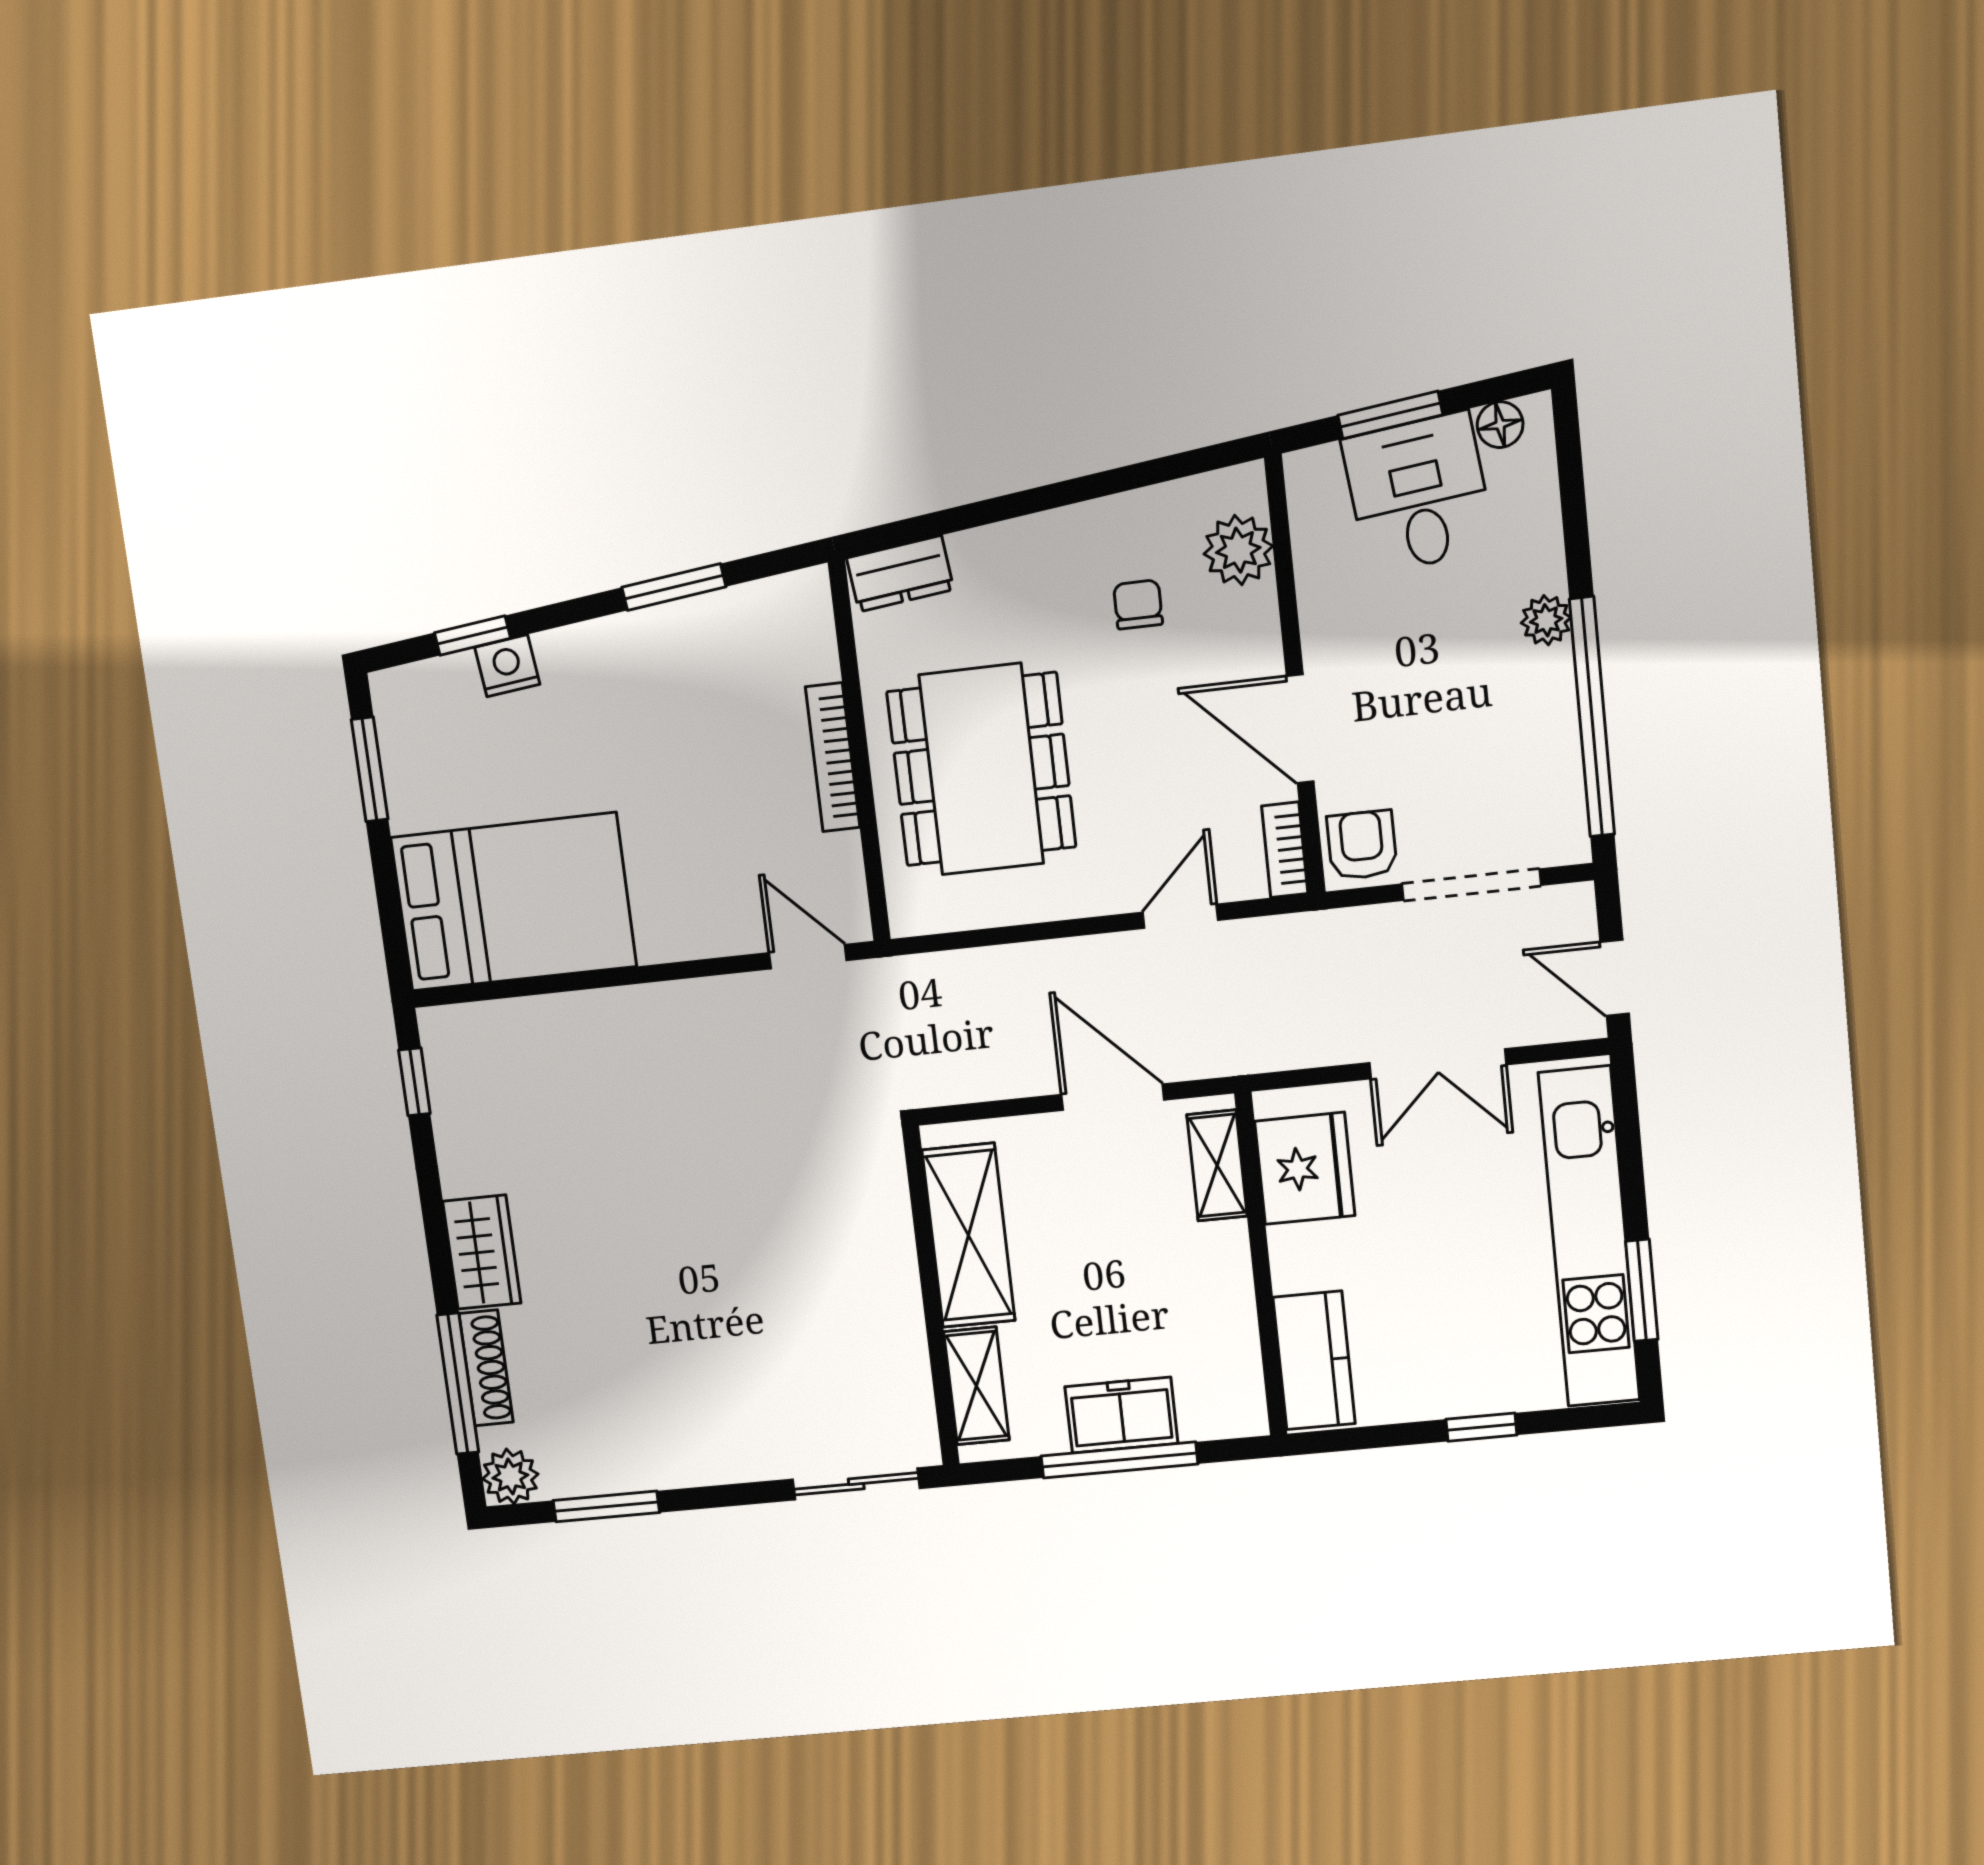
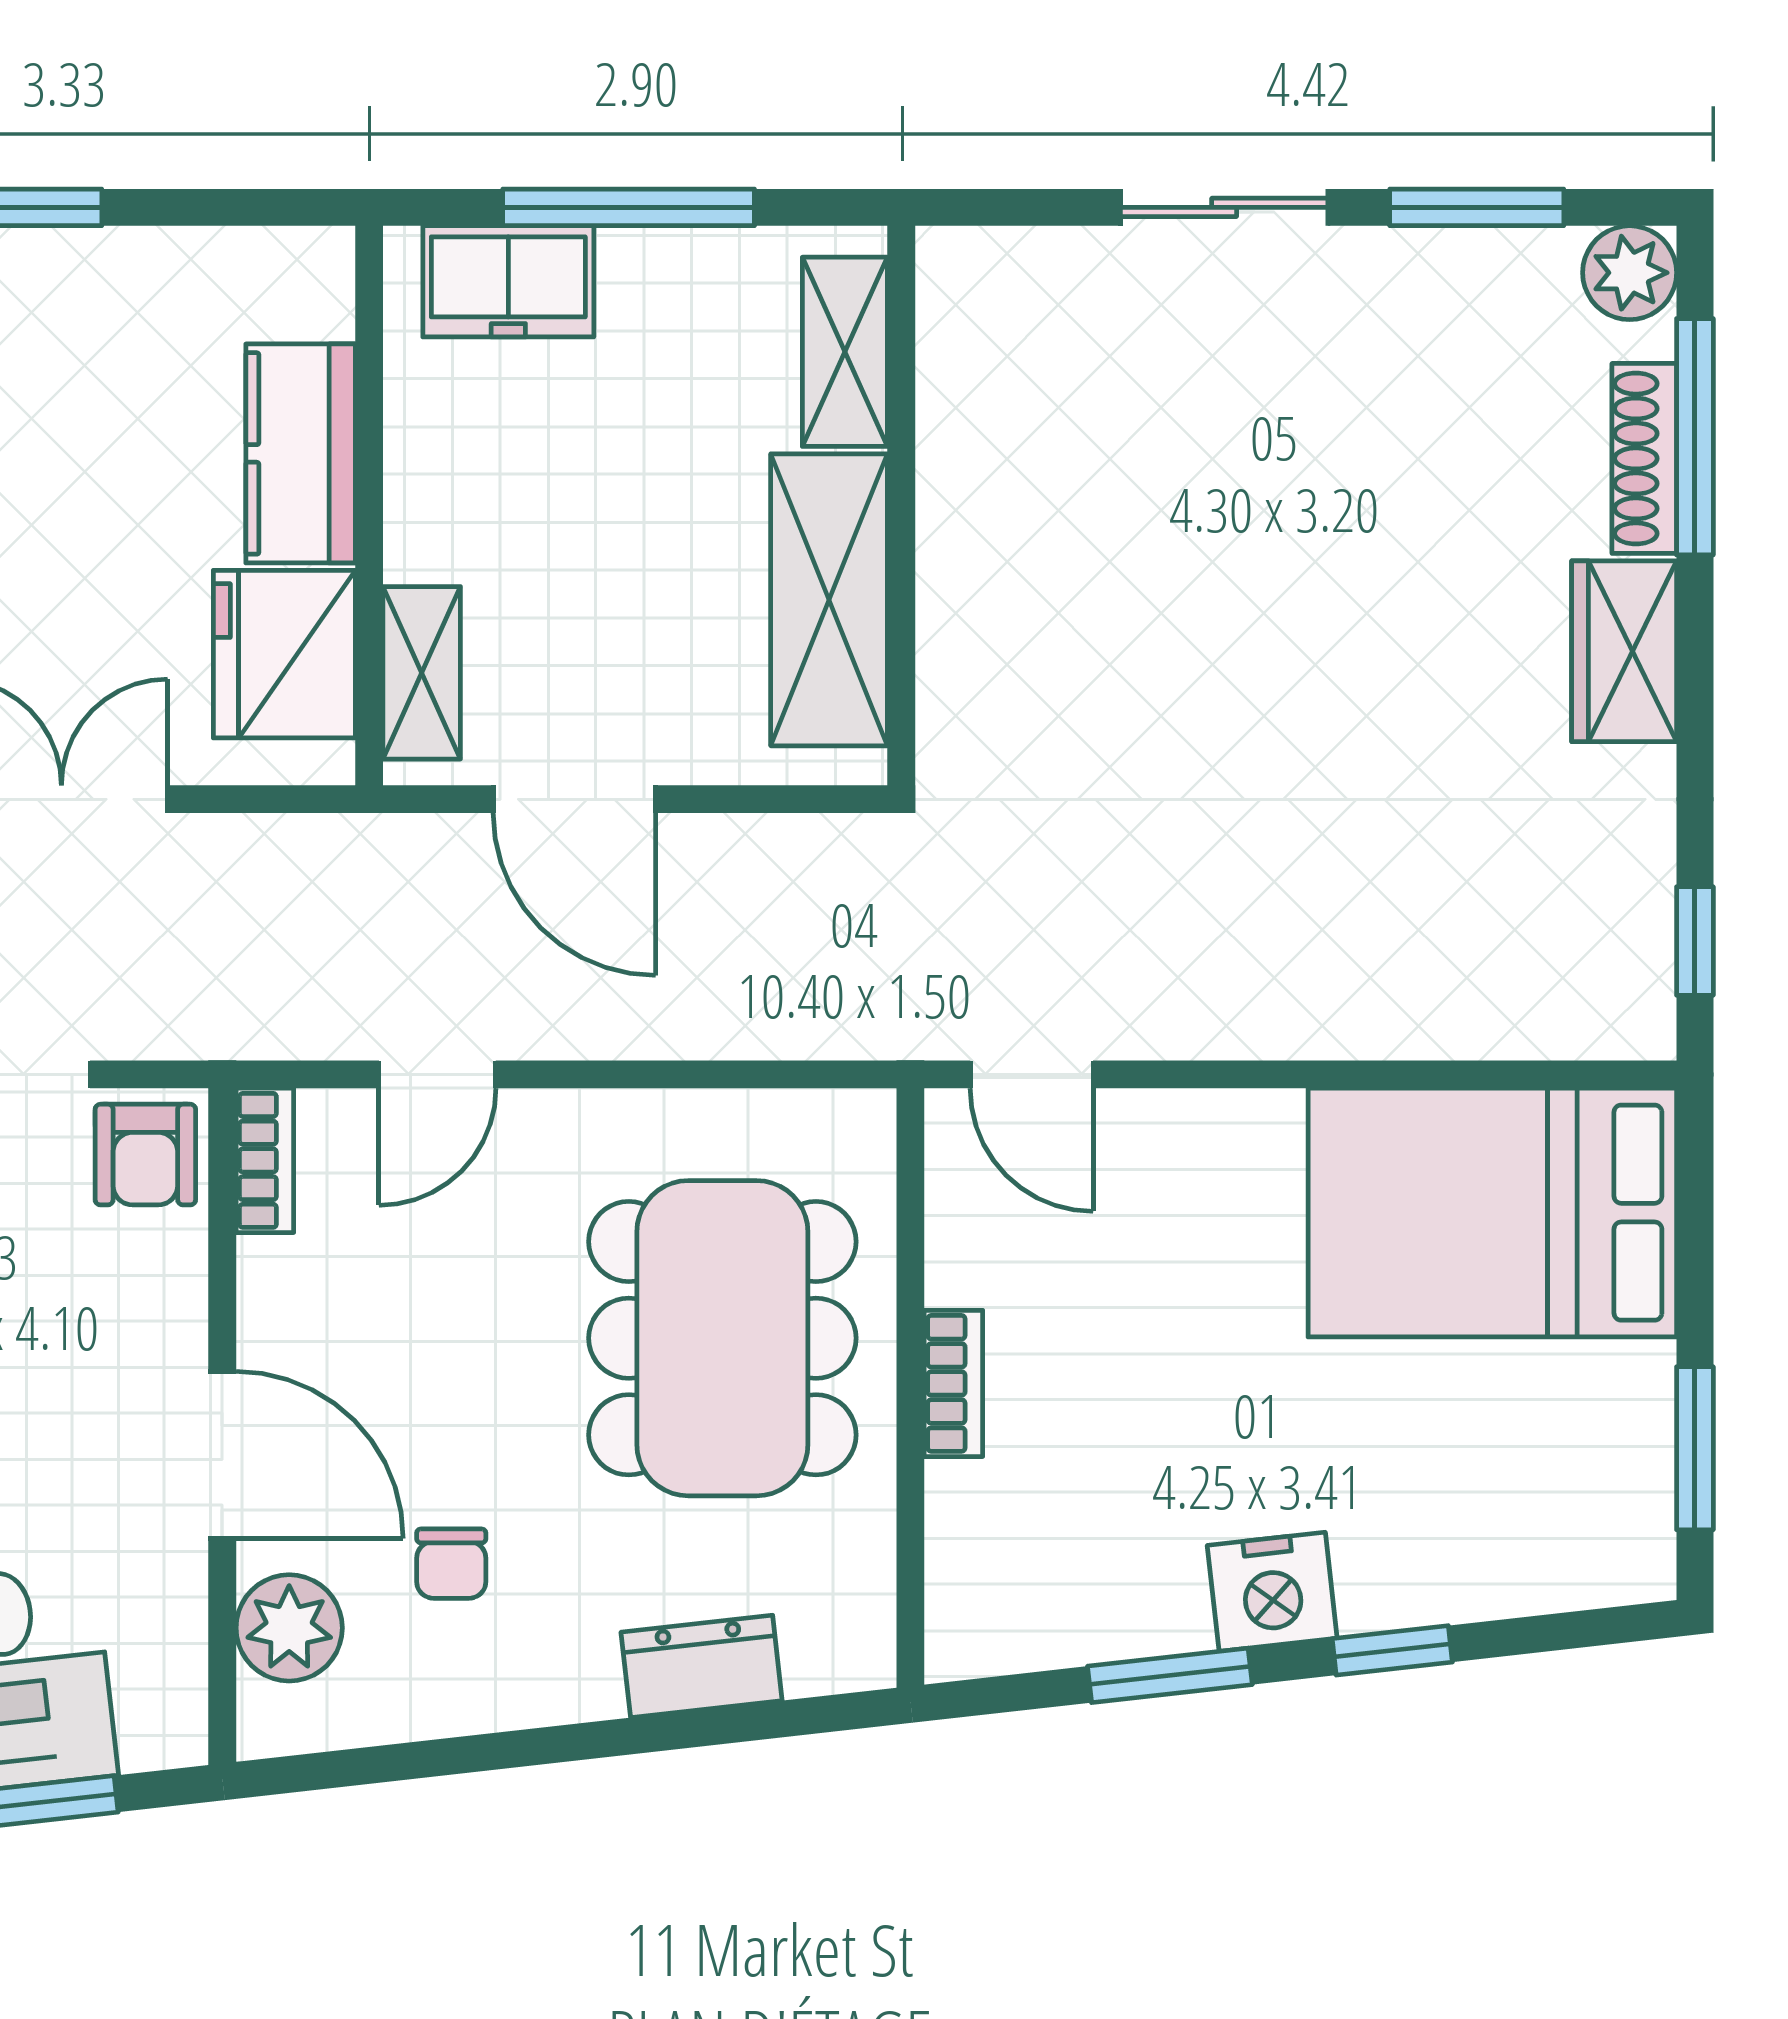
dresser: (900, 574) -> (702, 1666), moved
window: (473, 635) -> (1392, 1650), moved
nightstand: (507, 666) -> (1272, 1592), moved, width x1.36, depth x1.33
door: (1300, 729) -> (222, 1455), moved
bookcase: (833, 757) -> (953, 1383), width x0.64
kitchen counter: (1314, 1360) -> (301, 453), moved
freezer: (1121, 1415) -> (508, 281), moved
sliding door: (856, 1484) -> (1224, 207), moved

